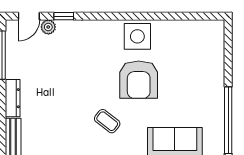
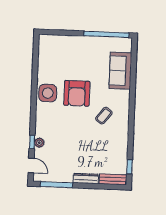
plant: (48, 27) -> (39, 143), moved
armchair: (139, 80) -> (77, 93), turned 90

